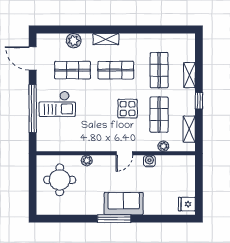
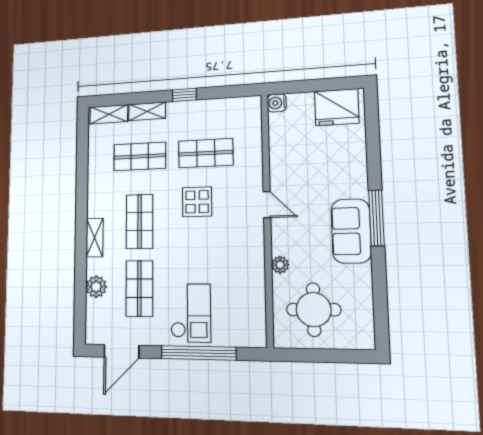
shelving: (189, 129) -> (109, 114), moved
plant: (163, 146) -> (254, 144), removed
water cooler: (149, 161) -> (277, 103), moved
sofa: (124, 204) -> (351, 231), moved
fridge: (187, 204) -> (337, 107), width x1.88, depth x1.34

